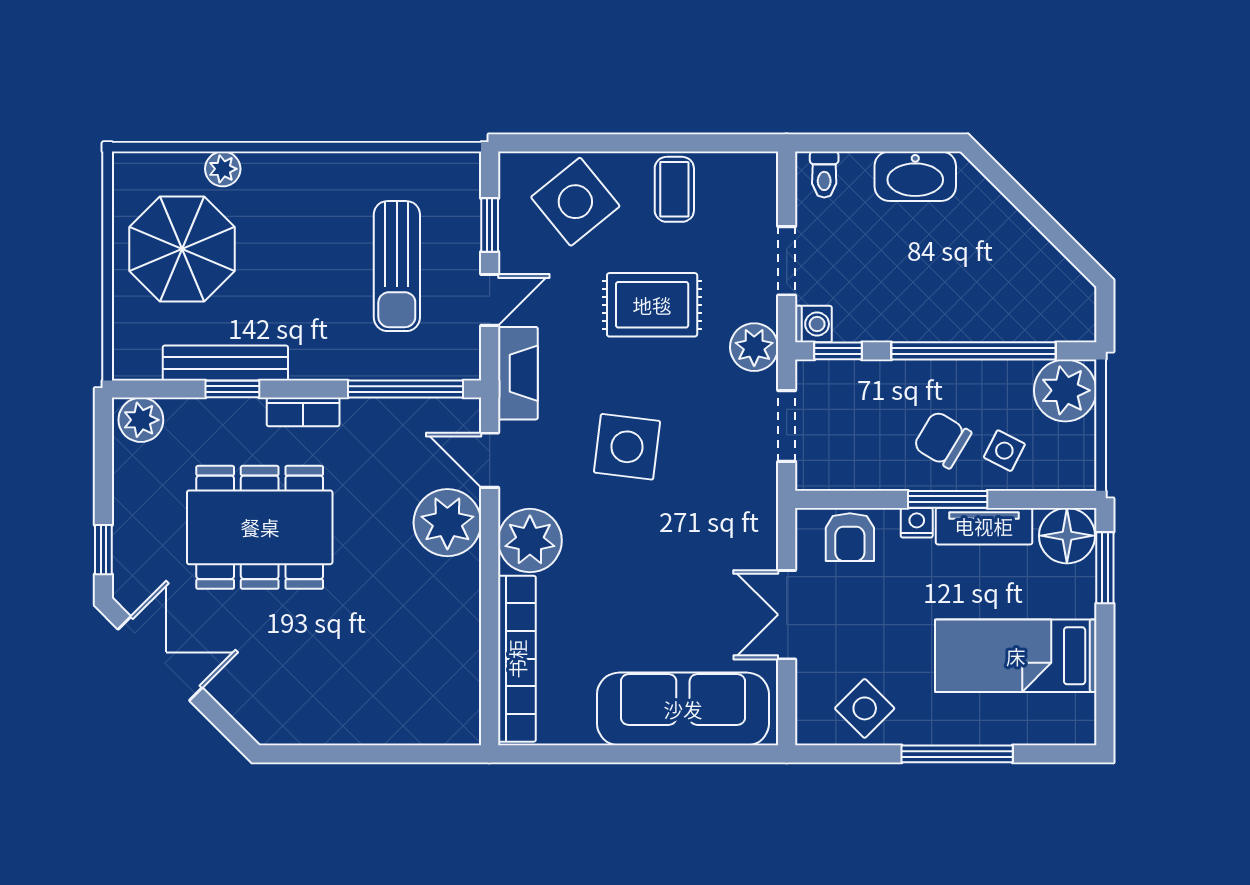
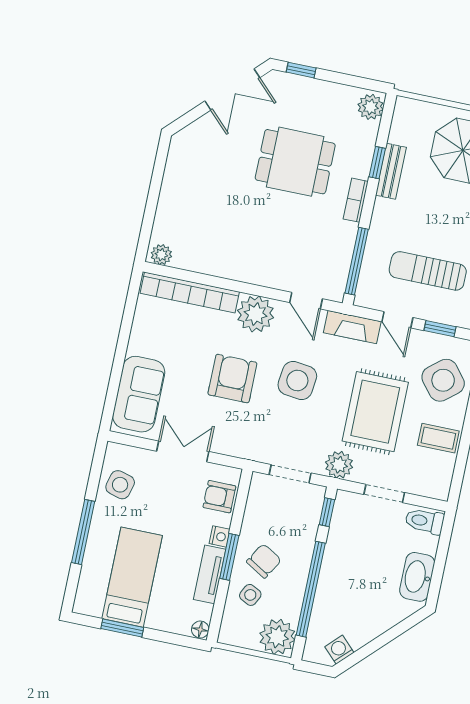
toilet: (824, 174) -> (425, 521), width x1.37, depth x1.39
rug: (652, 305) -> (375, 412), width x1.36, depth x1.43
washing machine: (813, 324) -> (339, 650), moved, turned 135
bench: (225, 363) -> (391, 171), width x0.73
door: (490, 460) -> (306, 301), swing flipped
plant: (447, 523) -> (161, 255), moved, width x0.53, depth x0.53
dining table: (260, 527) -> (295, 162), width x0.73
floor lamp: (1067, 536) -> (200, 630), width x0.53, depth x0.53
armchair: (647, 557) -> (232, 379), added
window: (1105, 568) -> (122, 628), moved
side table: (865, 708) -> (120, 485), turned -30
sofa: (683, 709) -> (139, 394), width x0.73

